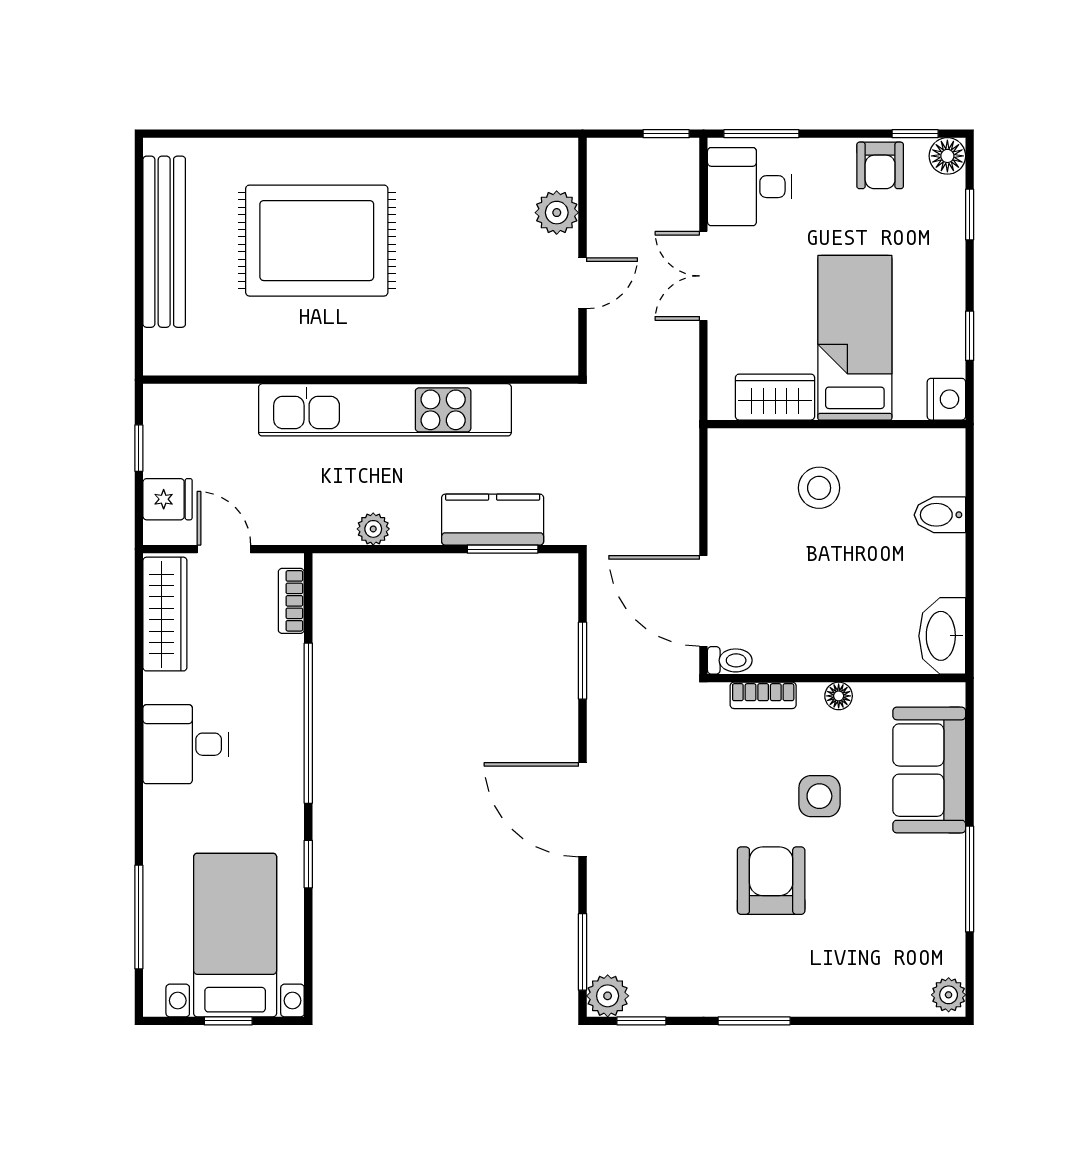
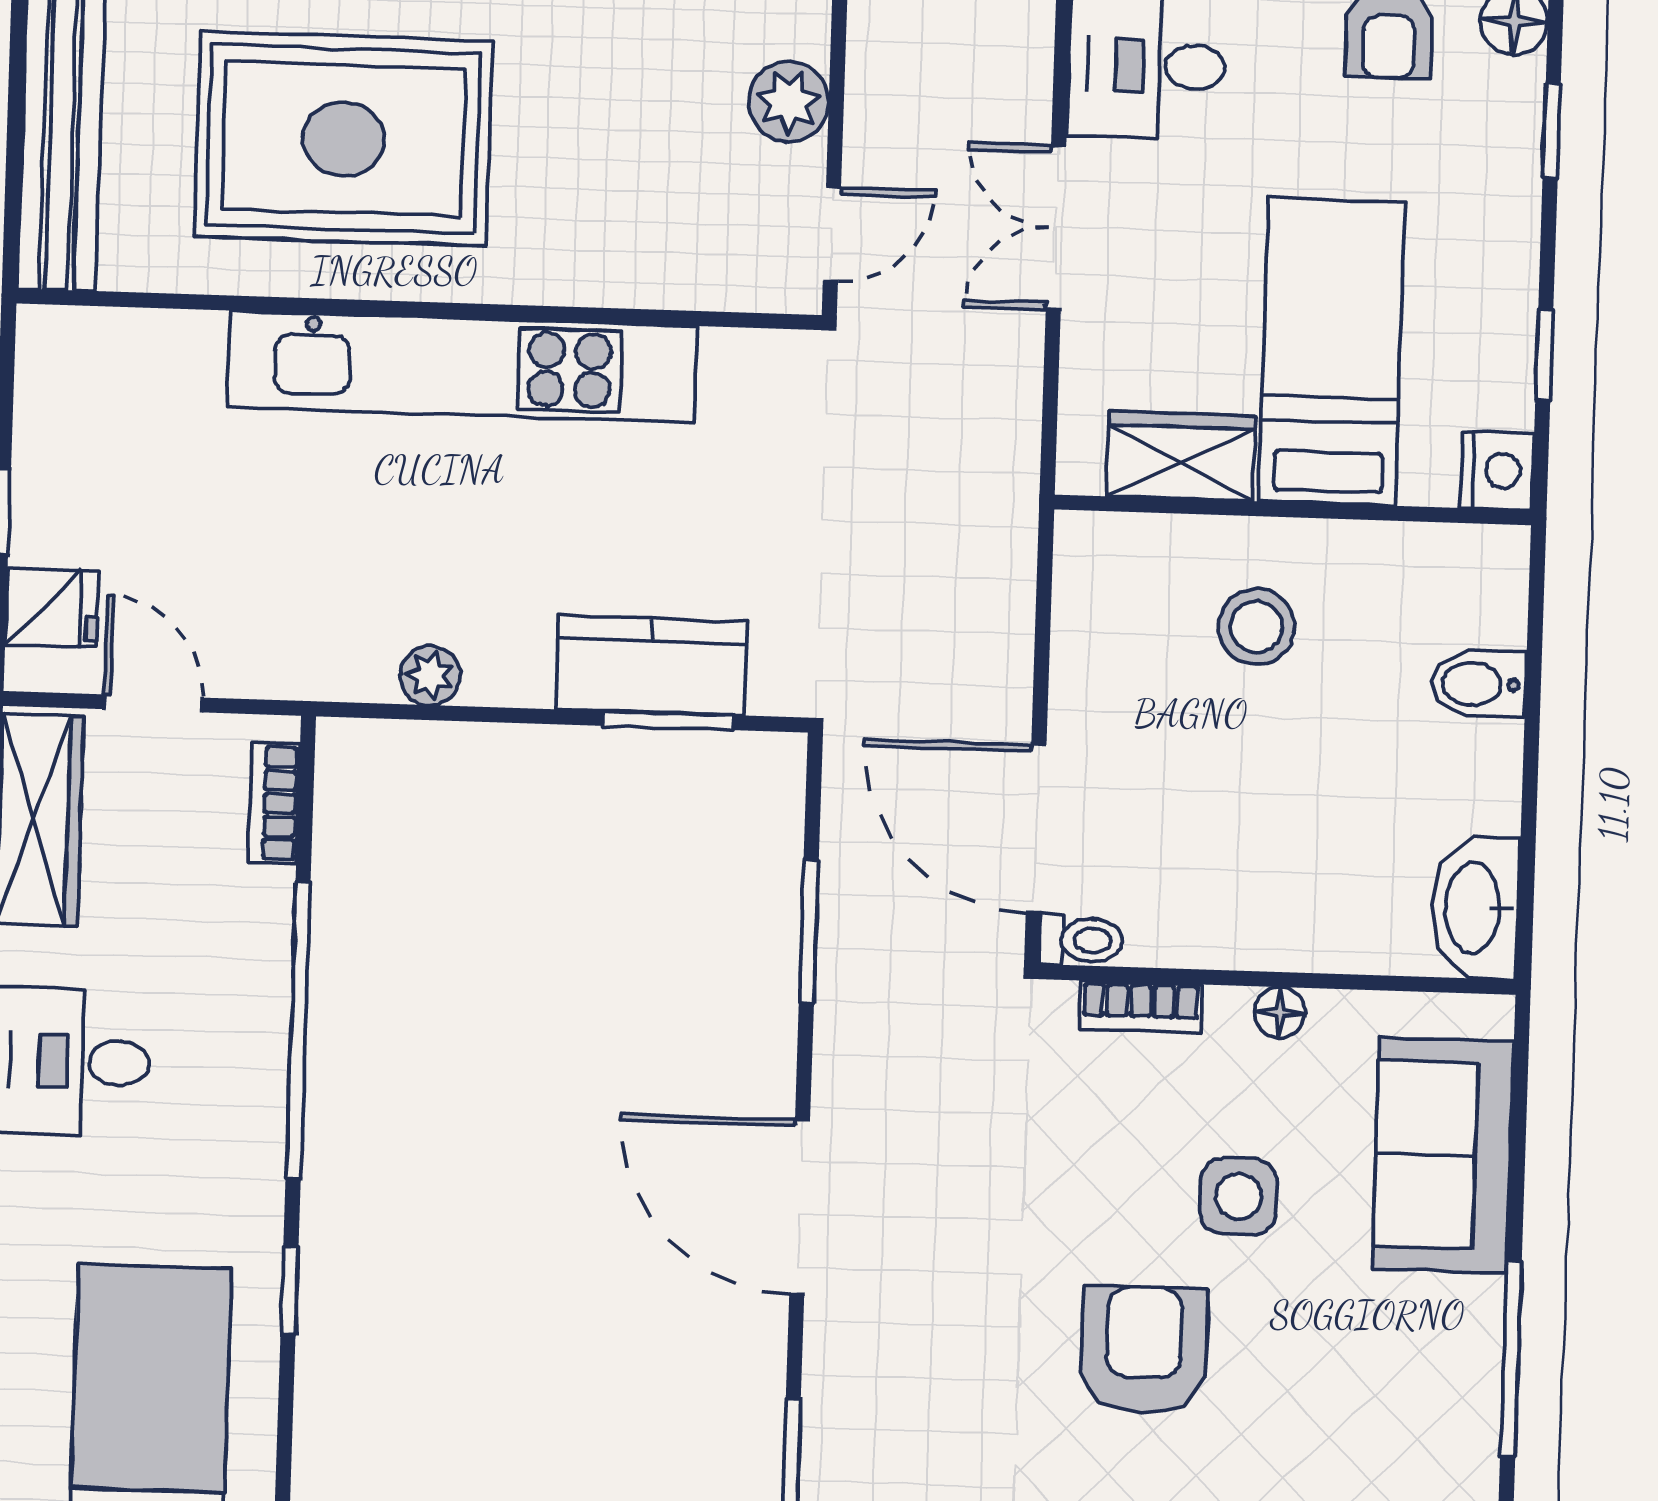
wall: (361, 380) -> (419, 309), moved
kitchen unit: (385, 410) -> (462, 367), moved

